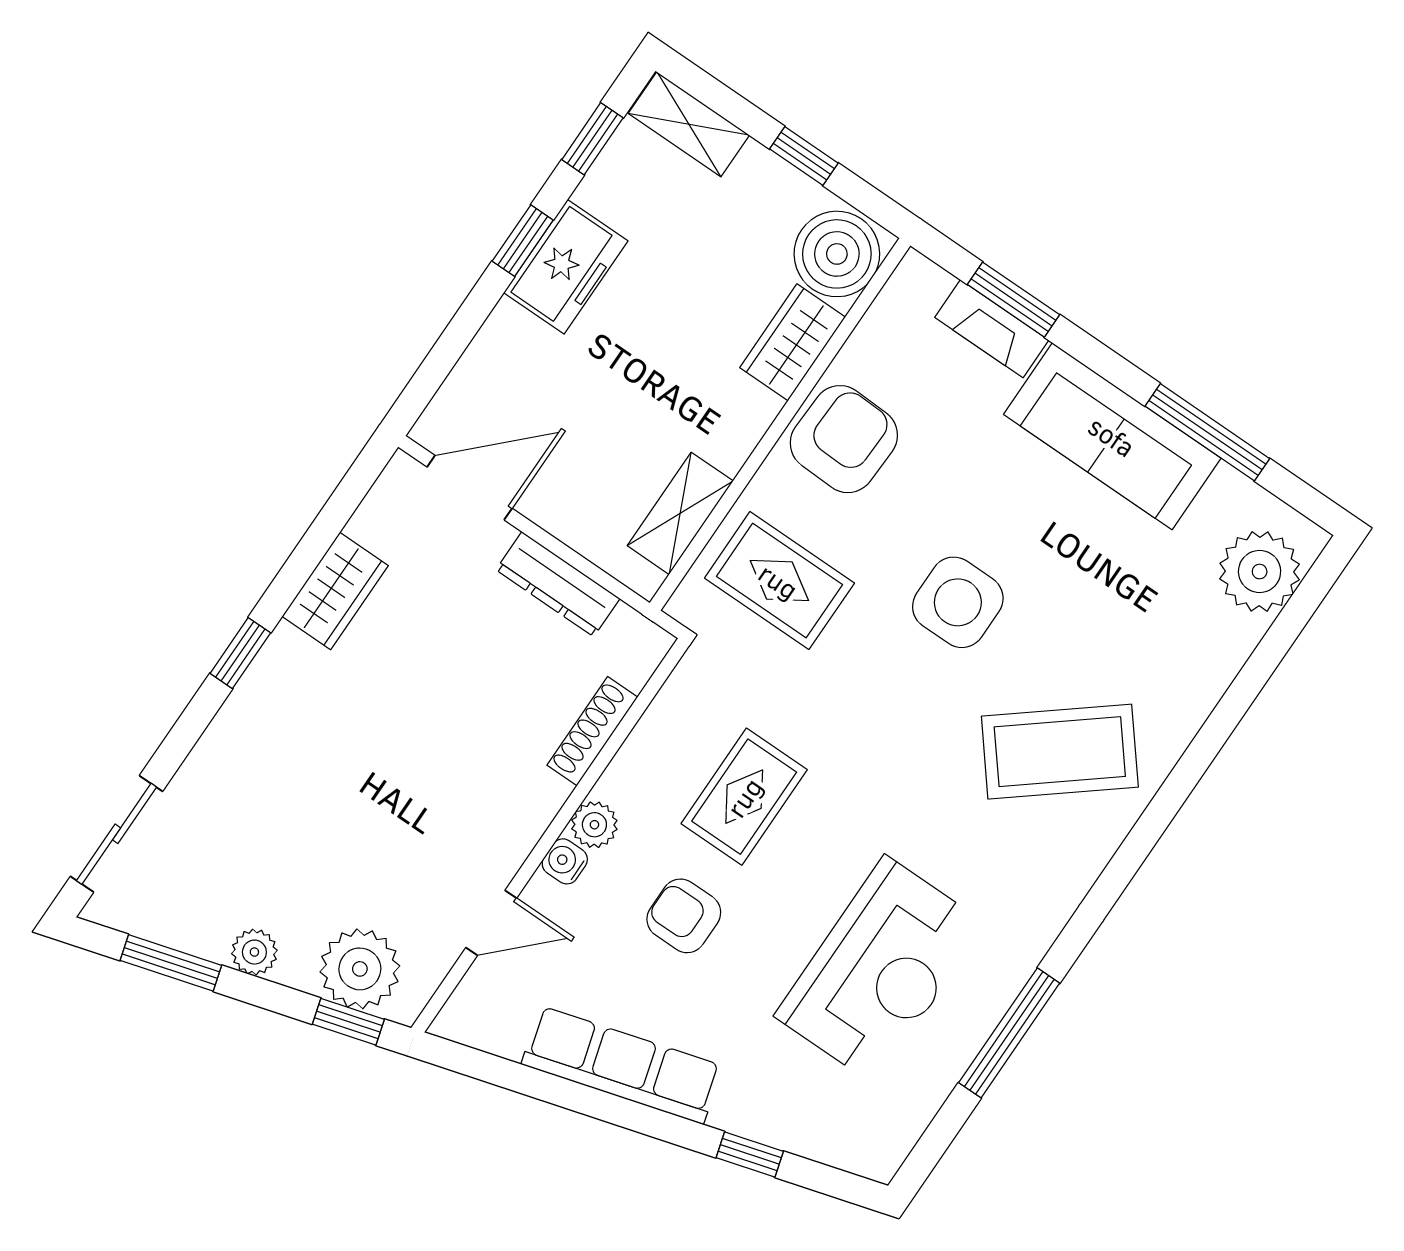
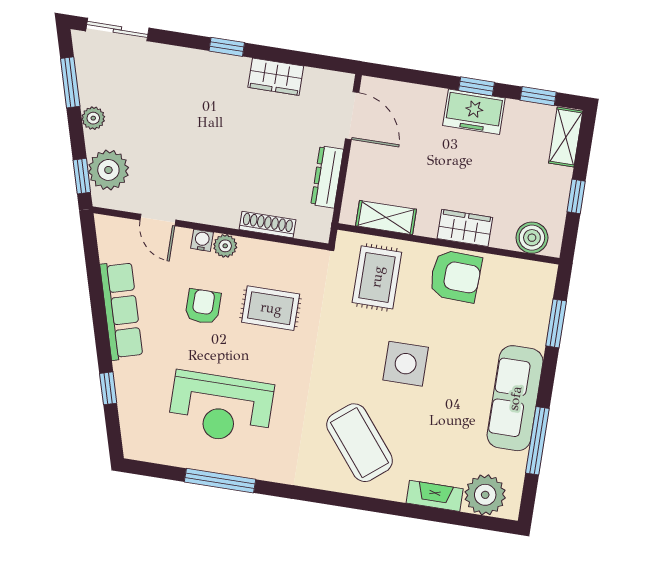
boiler: (837, 254) -> (532, 238), width x0.73, depth x0.73
fireplace: (992, 329) -> (435, 496), moved, turned 90
wardrobe: (793, 342) -> (465, 228), moved

